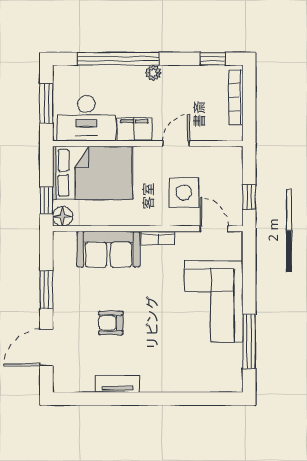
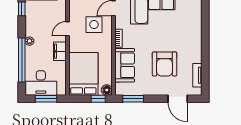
desk: (86, 118) -> (41, 83), moved, turned 90
door: (176, 144) -> (68, 29), hinge flipped
window: (46, 290) -> (133, 99), moved
armchair: (111, 323) -> (165, 64), width x1.88, depth x1.88
tv unit: (118, 384) -> (197, 75), moved

